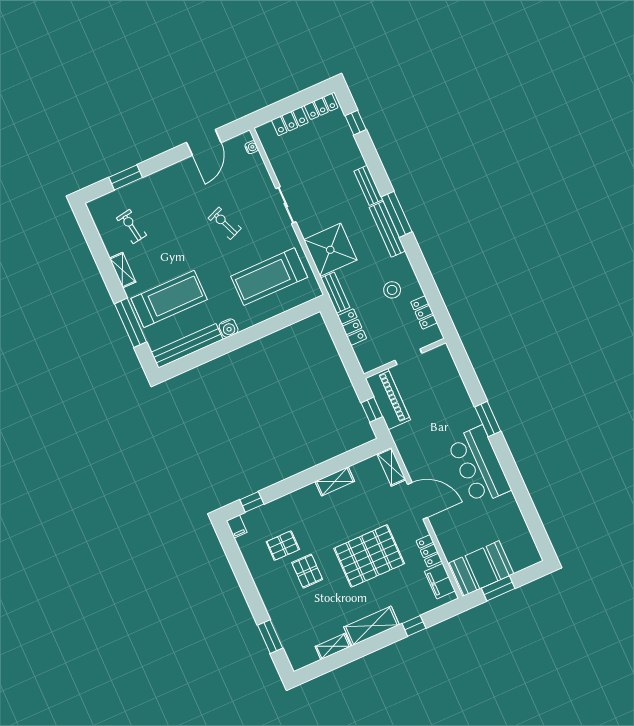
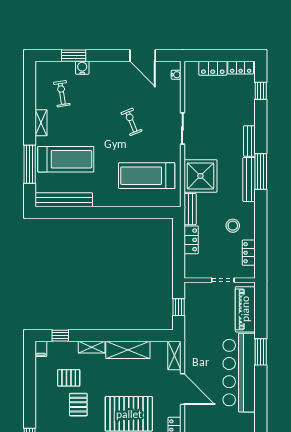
door: (204, 142) -> (143, 56), hinge flipped
water cooler: (229, 328) -> (82, 68), moved, turned 180
piano: (388, 399) -> (245, 309), moved, turned 180
bar counter: (479, 465) -> (239, 373), width x1.36
shelving: (335, 481) -> (128, 350), width x1.50, depth x1.33
shelving: (293, 499) -> (92, 347), added

